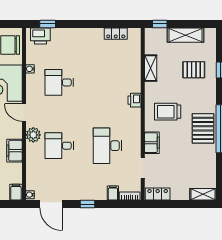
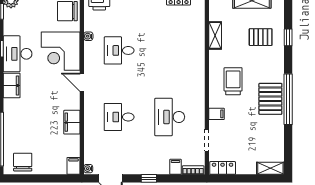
printer: (134, 100) -> (198, 69), removed
trolley: (168, 112) -> (233, 81), turned 90
plant: (33, 135) -> (92, 106), removed
filing cabinet: (152, 143) -> (217, 114), width x0.50

